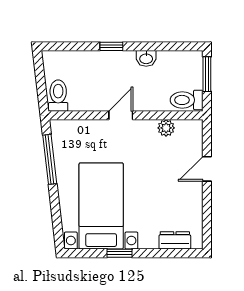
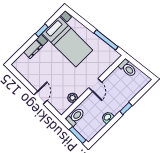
dresser: (175, 240) -> (33, 49), moved

